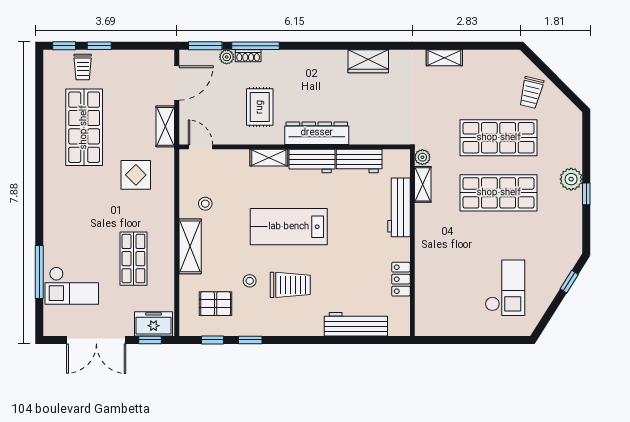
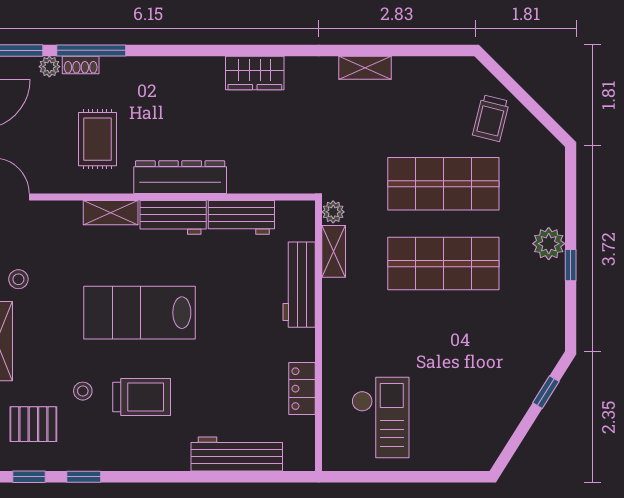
checkout: (505, 288) -> (380, 417), moved

